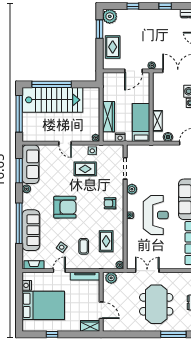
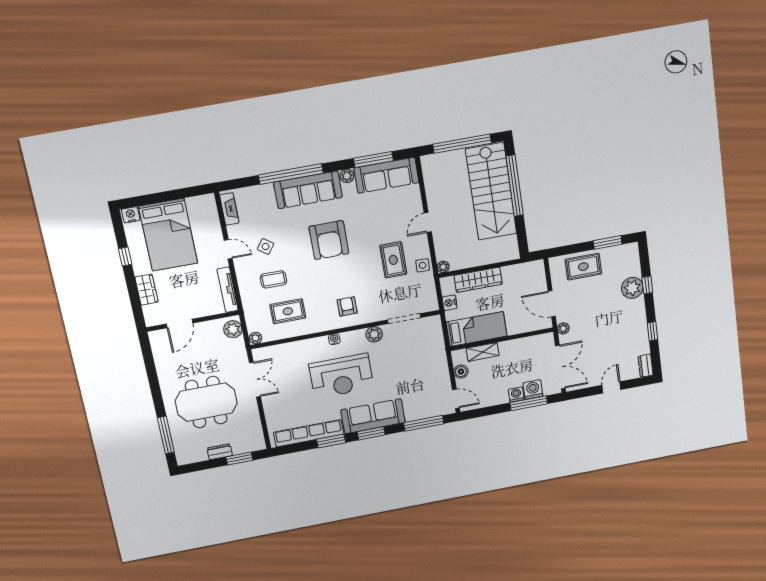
plant: (110, 16) -> (632, 288), moved
sofa: (31, 230) -> (308, 190), moved
nightstand: (27, 285) -> (131, 215), moved
wardrobe: (90, 326) -> (146, 290), moved

